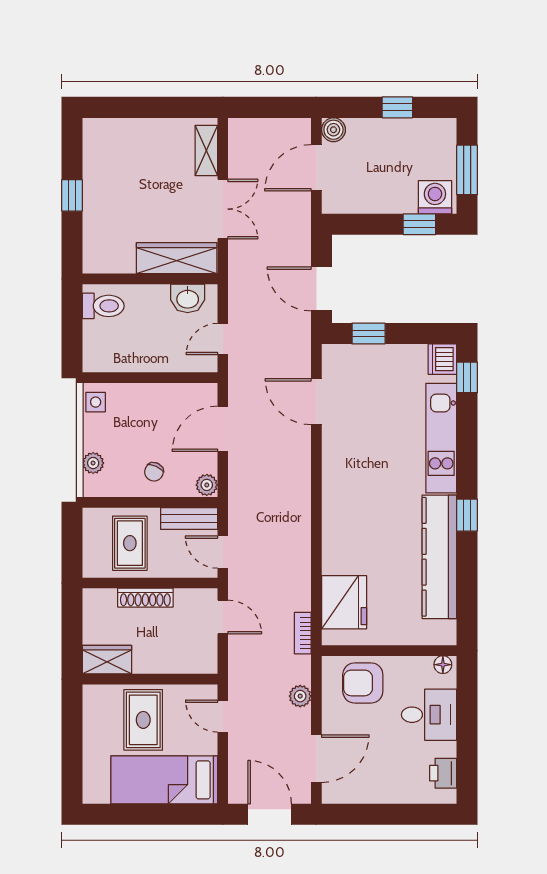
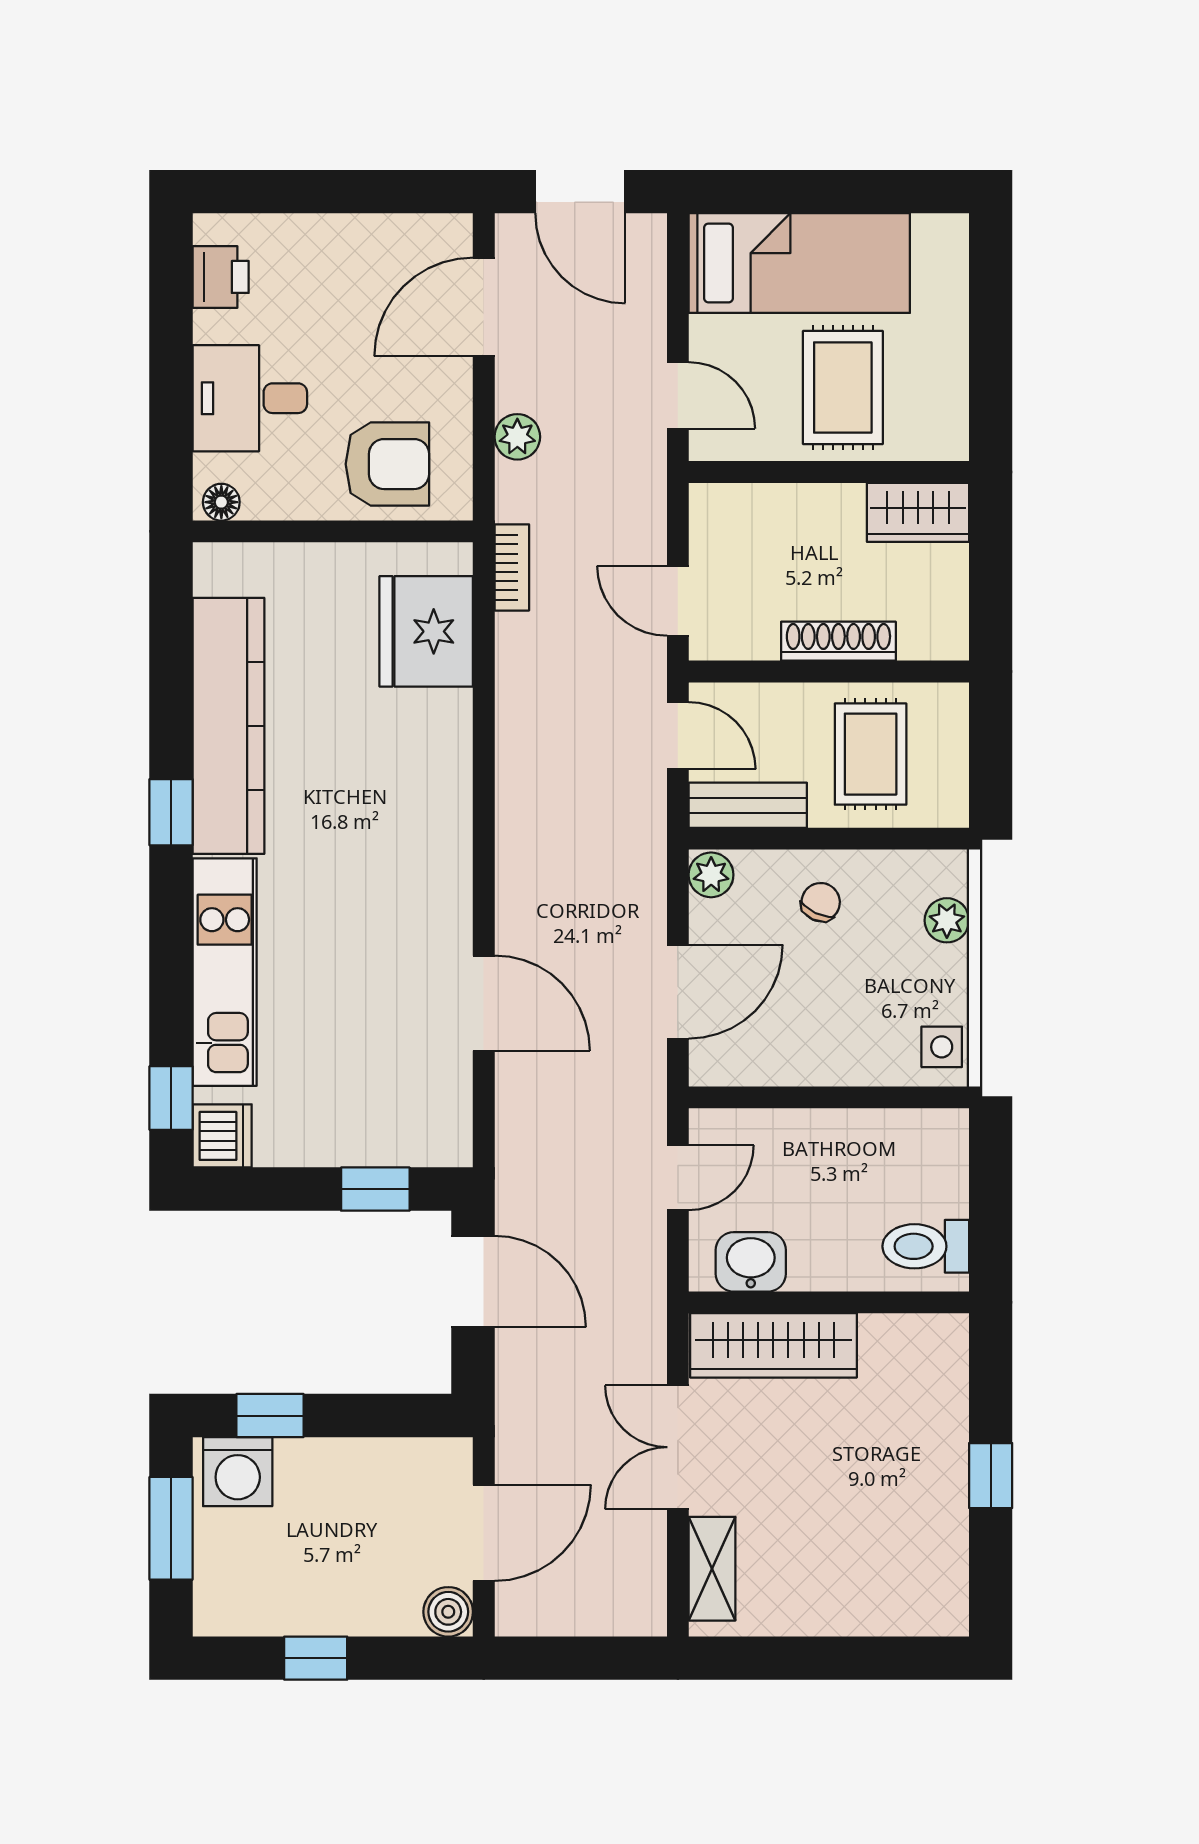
door: (316, 402) -> (484, 1003), moved

